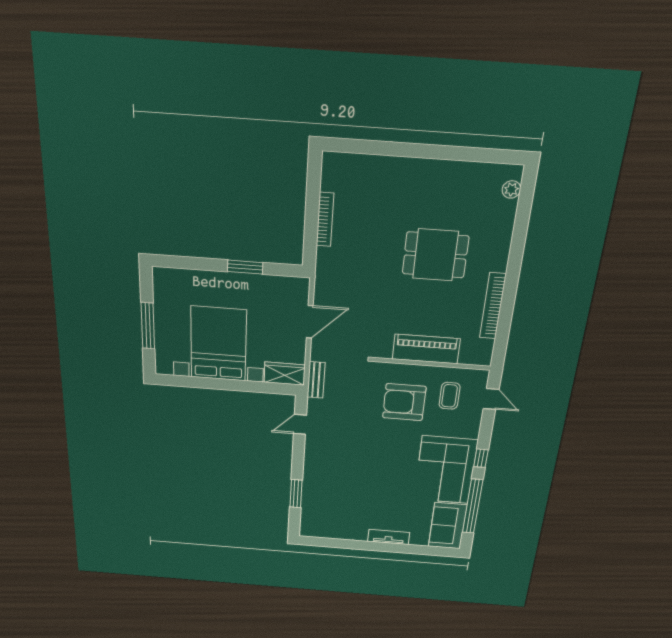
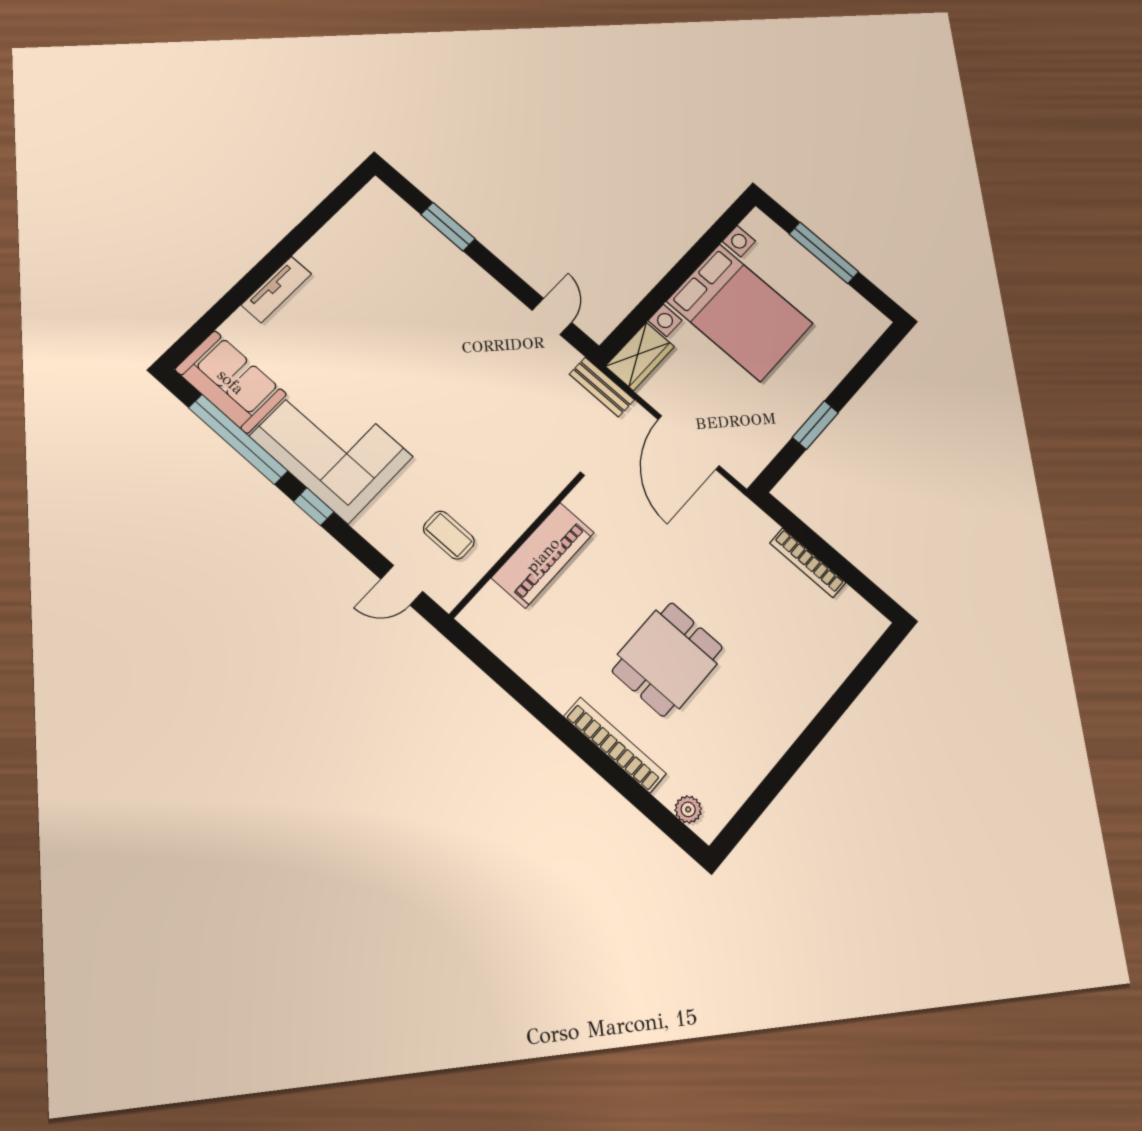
bookcase: (493, 306) -> (615, 745), moved
door: (310, 322) -> (689, 443), width x1.36
armchair: (404, 402) -> (484, 471), removed

